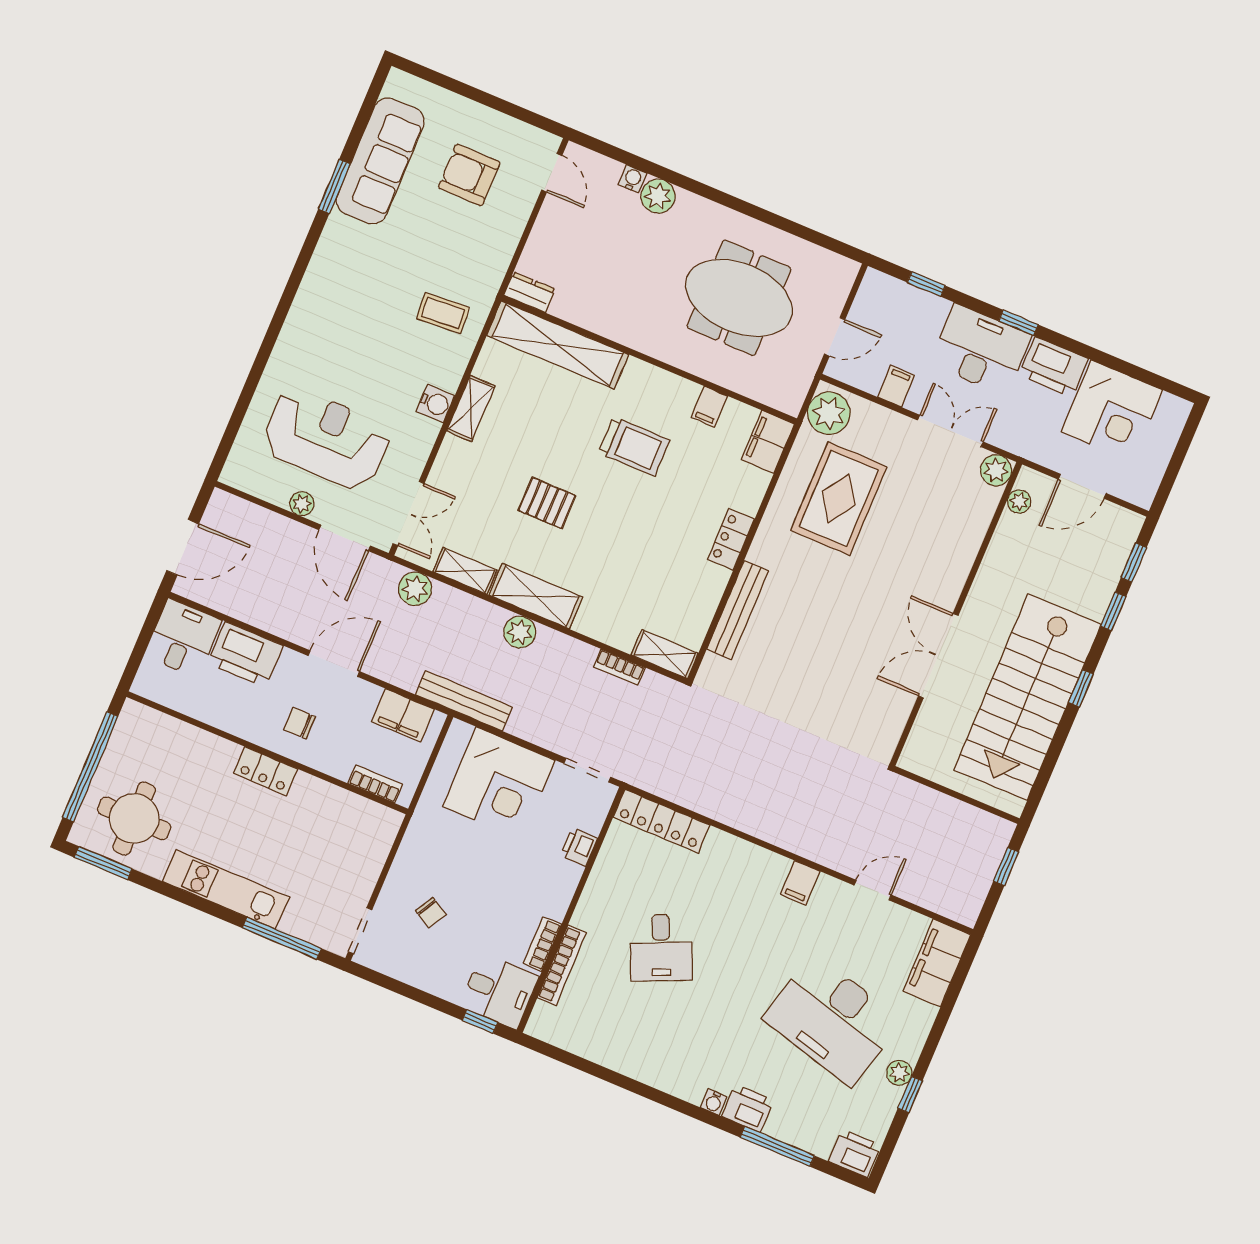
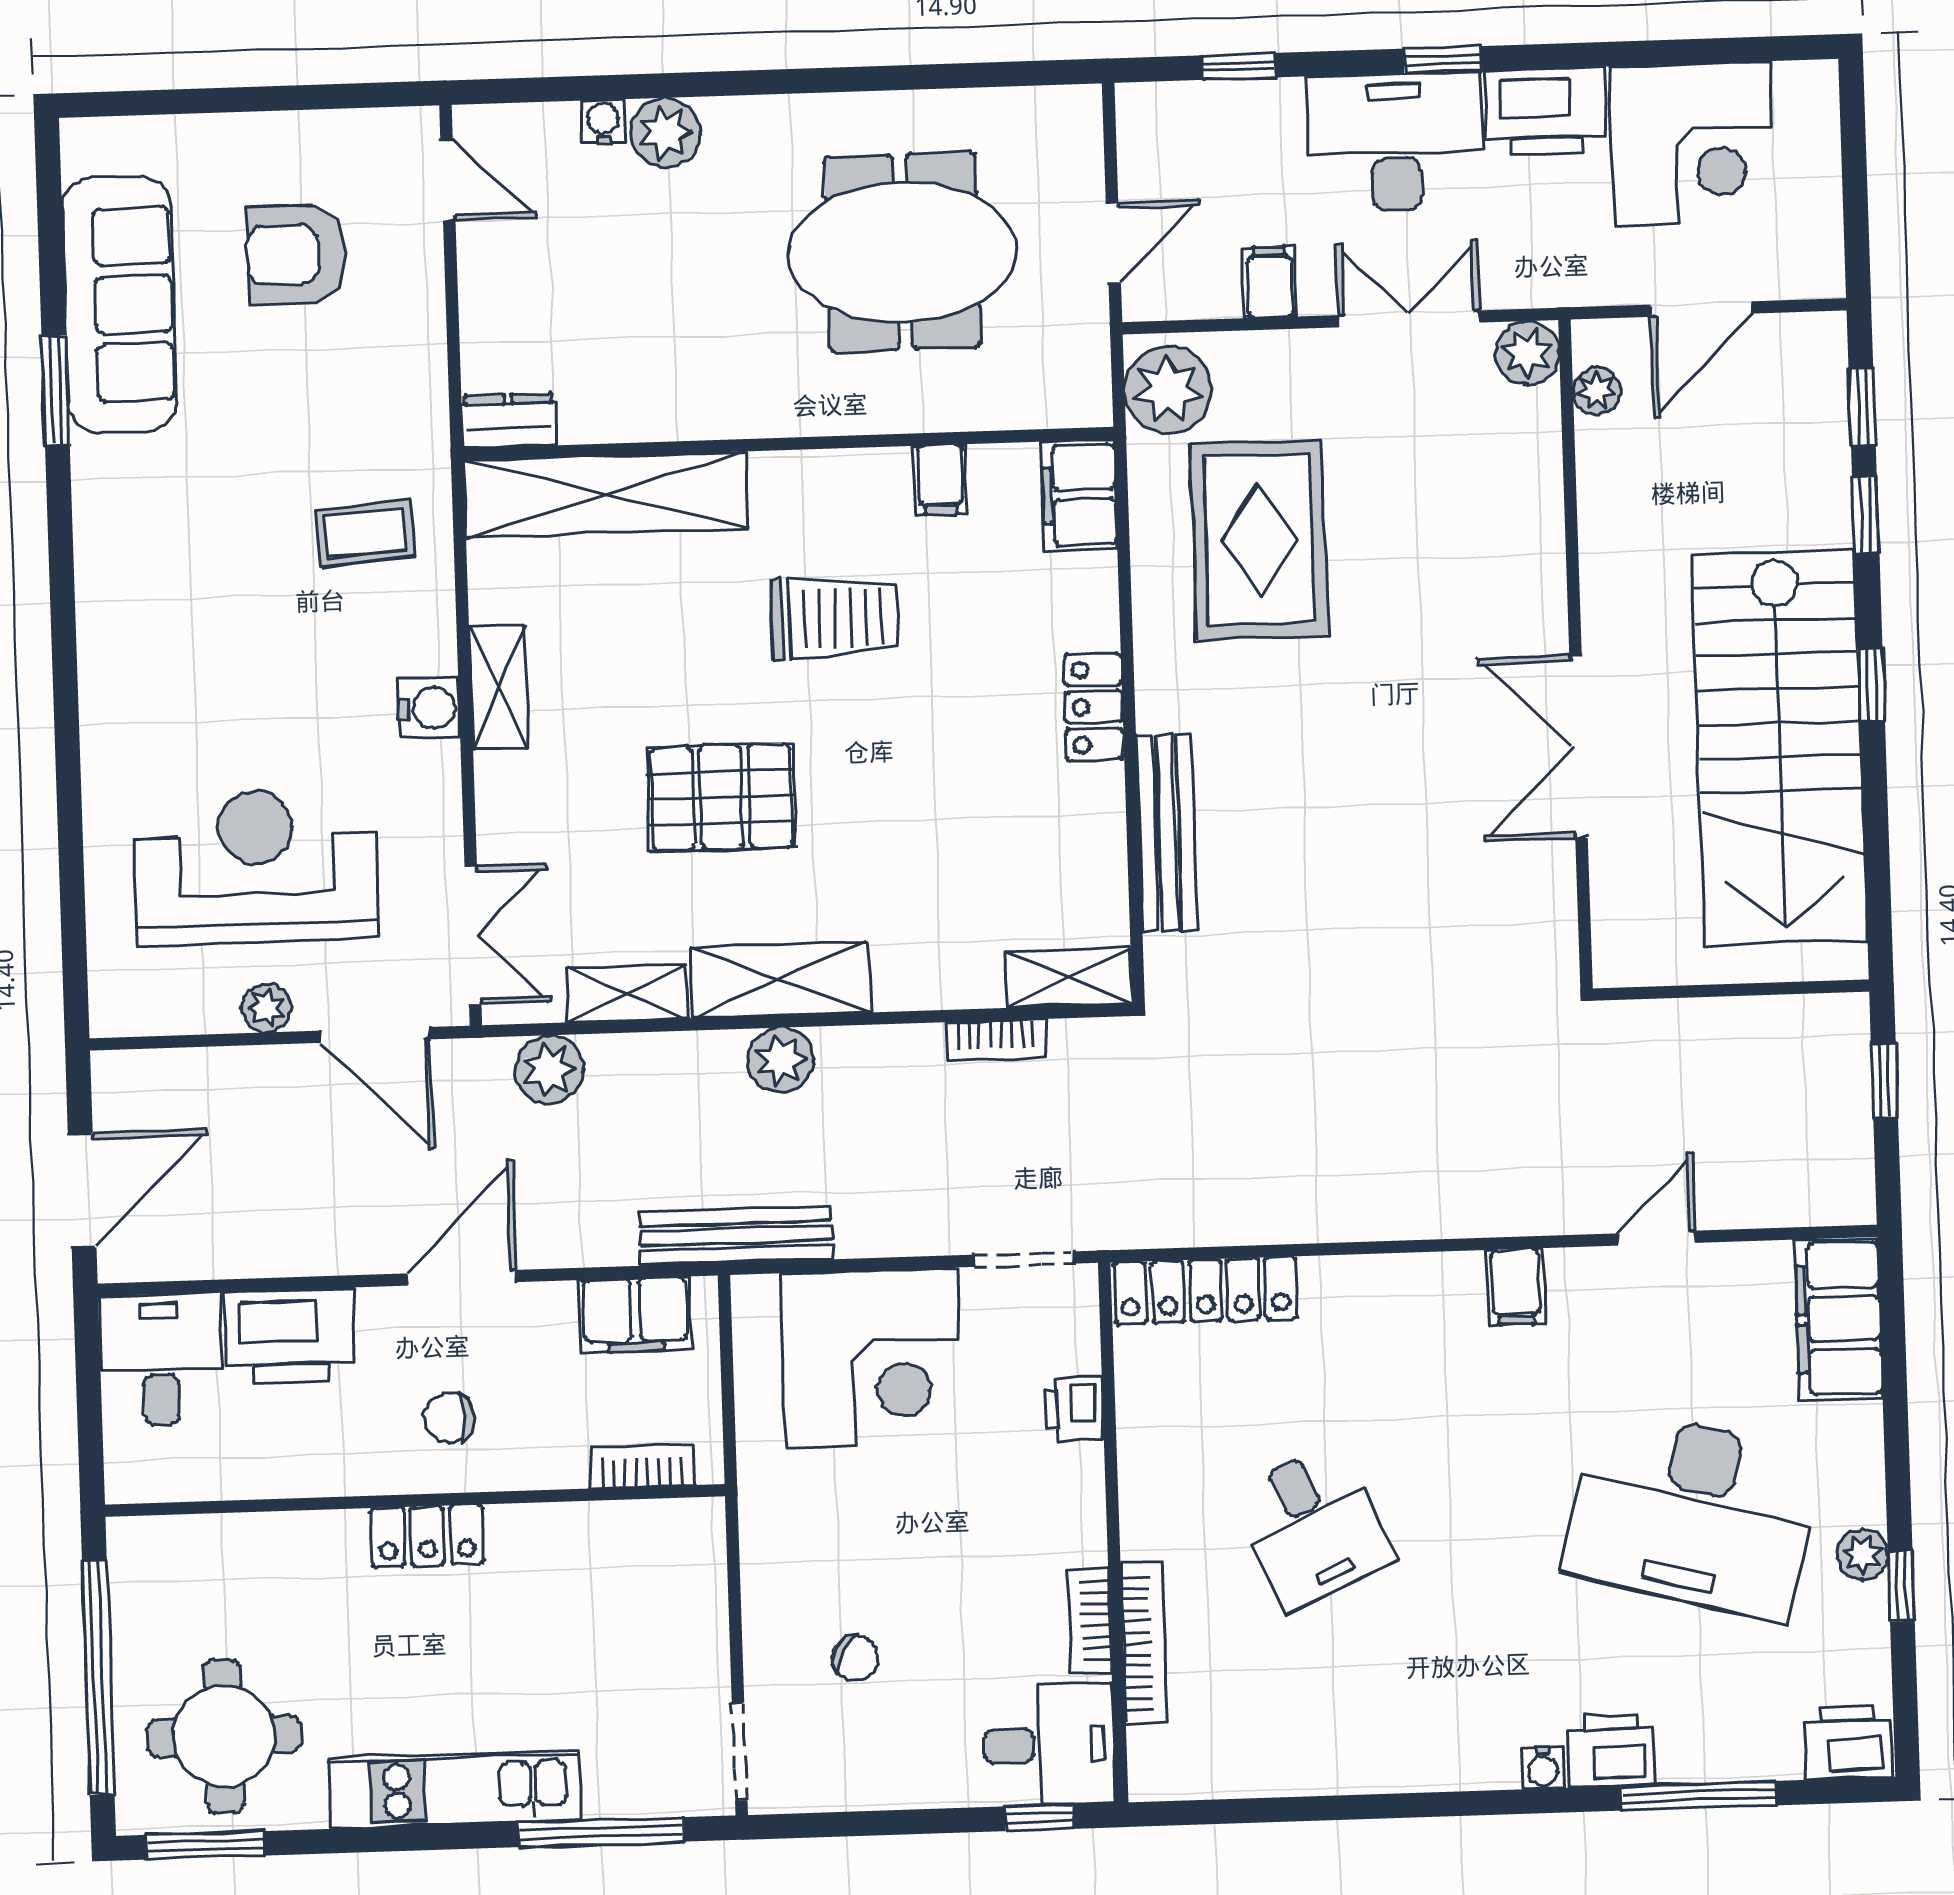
pallet: (547, 503) -> (721, 797), width x1.50, depth x1.42

